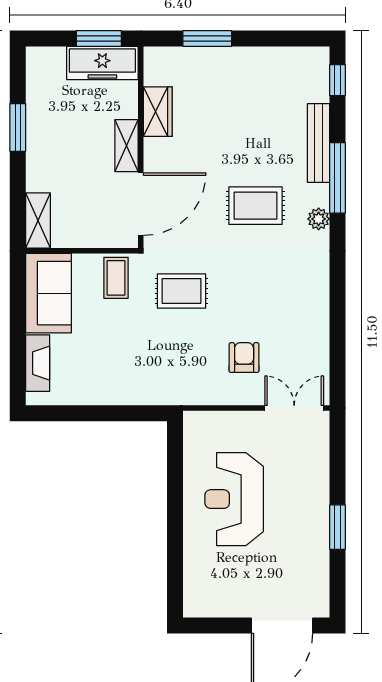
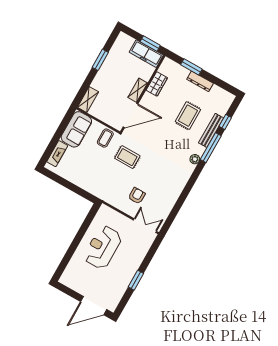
dresser: (241, 58) -> (200, 81), added
window: (337, 80) -> (225, 122), moved
rug: (255, 206) -> (188, 116), moved, turned 90

